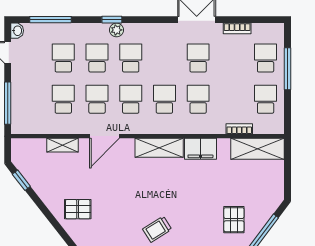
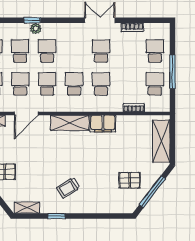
window: (288, 69) -> (172, 72), moved
shelving: (258, 149) -> (161, 141), moved, turned 90
pallet: (234, 220) -> (130, 180), turned 90

